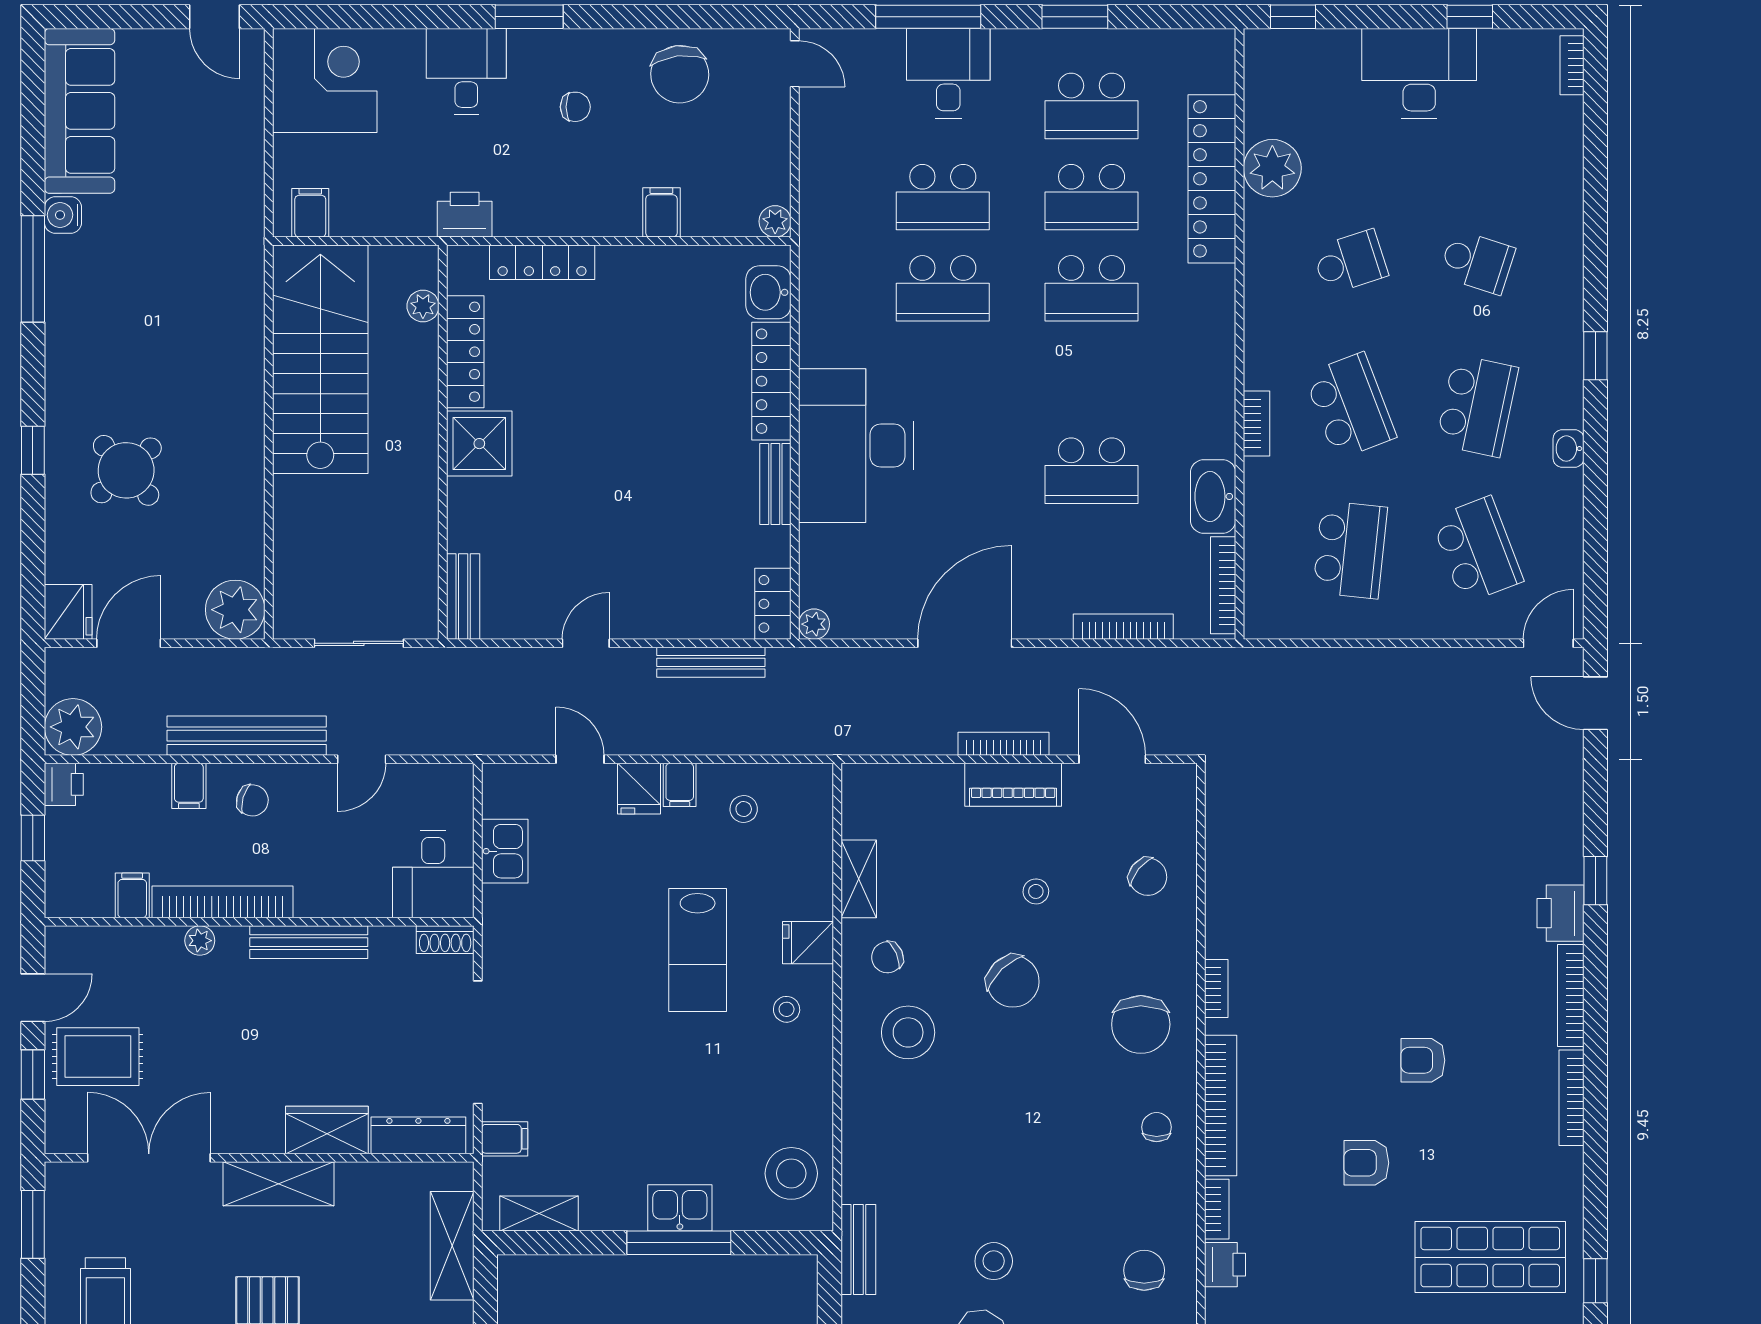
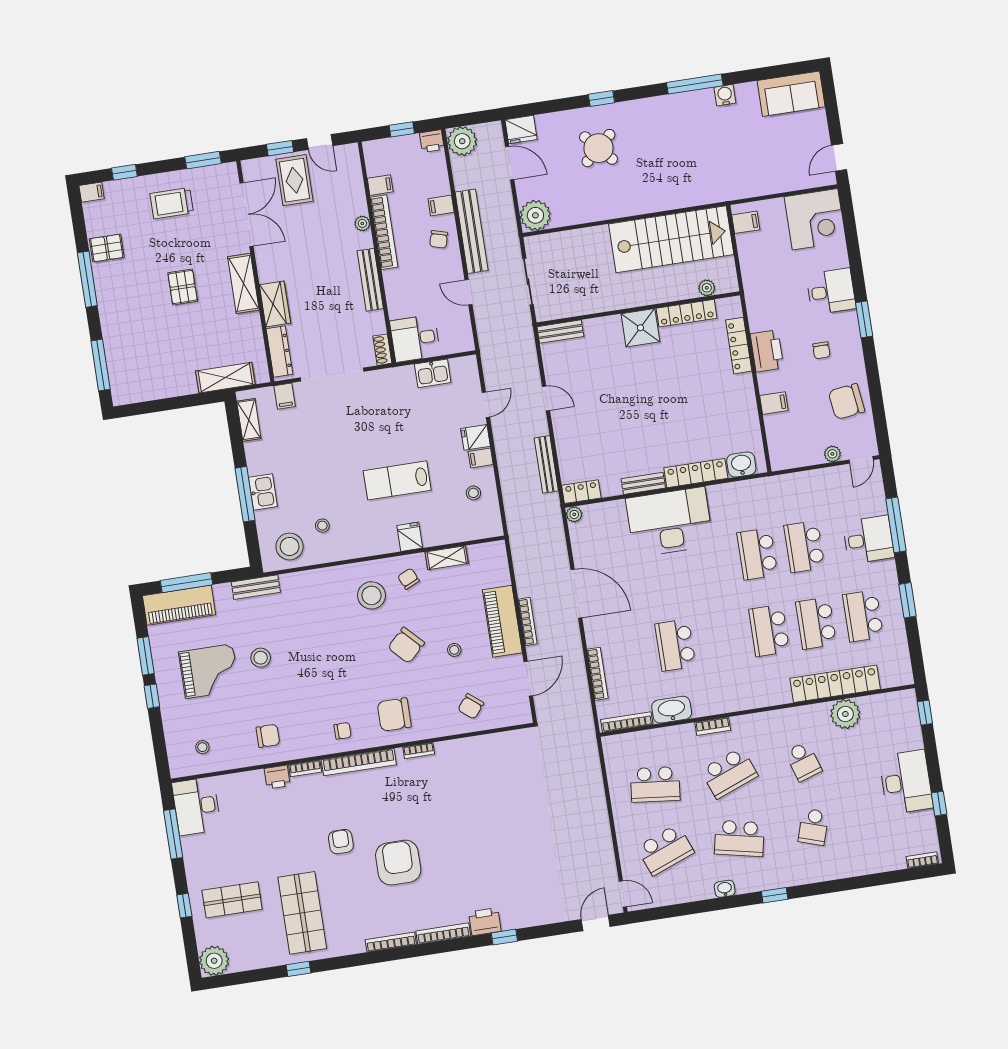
sofa: (80, 111) -> (791, 94), width x0.73
printer: (465, 215) -> (767, 351), moved, width x1.37, depth x1.19
plant: (775, 221) -> (832, 454), moved
piano: (1013, 785) -> (502, 621), width x1.37, depth x1.33
stool: (787, 1009) -> (322, 526), moved
armchair: (1423, 1060) -> (398, 863), width x1.88, depth x1.88

